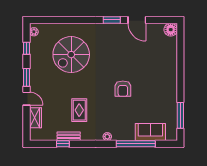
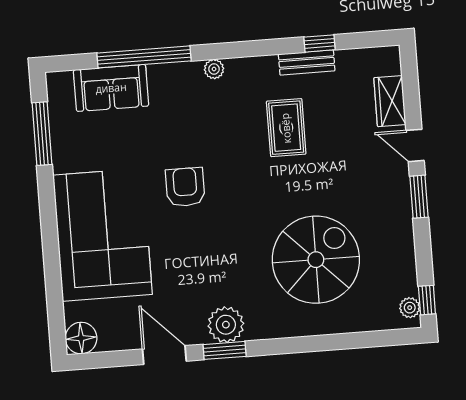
plant: (110, 31) -> (226, 325), added
window: (27, 48) -> (427, 300), moved
corner sofa: (159, 72) -> (102, 235), added

